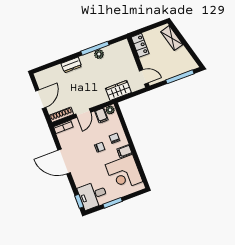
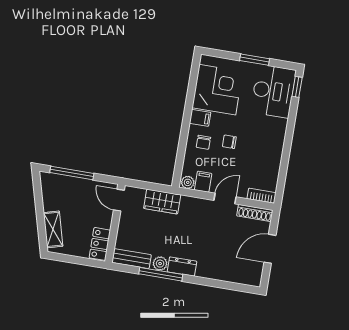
bench: (117, 47) -> (132, 259), added
dresser: (71, 65) -> (182, 267), moved
door: (64, 161) -> (286, 150), removed
desk: (93, 195) -> (273, 91), width x1.37

